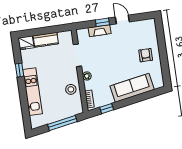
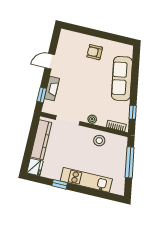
window: (102, 22) -> (42, 95), moved
kitchen counter: (46, 40) -> (41, 140), width x1.50

